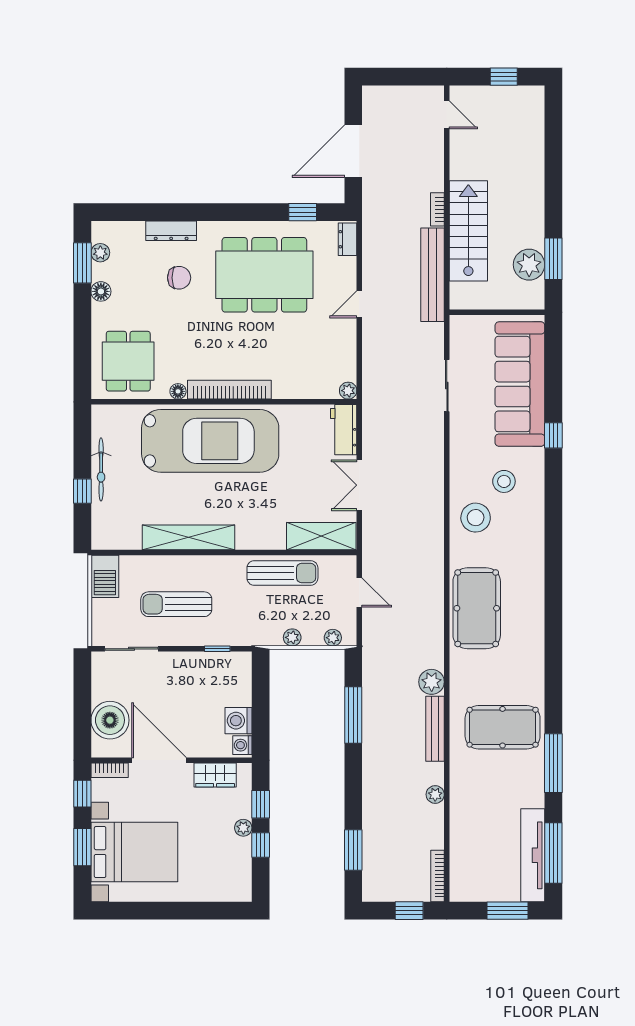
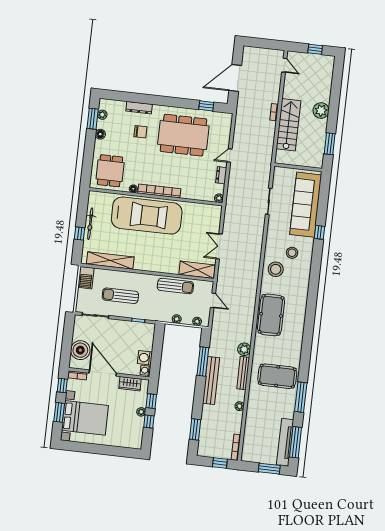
dresser: (348, 239) -> (221, 175), moved
plant: (529, 265) -> (321, 111), moved
bench: (433, 275) -> (211, 381), moved
workbench: (344, 430) -> (214, 218), removed
shelving: (189, 537) -> (110, 261), moved

